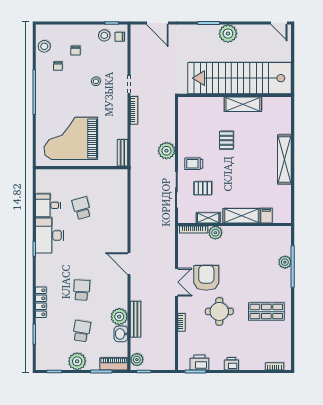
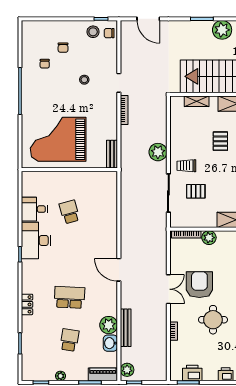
stool: (44, 46) -> (30, 43), removed
shelving: (208, 218) -> (197, 101), moved
school desk: (82, 290) -> (69, 297), width x1.85
locker: (41, 302) -> (27, 304), width x0.66
plant: (77, 361) -> (60, 376), width x0.53, depth x0.53

